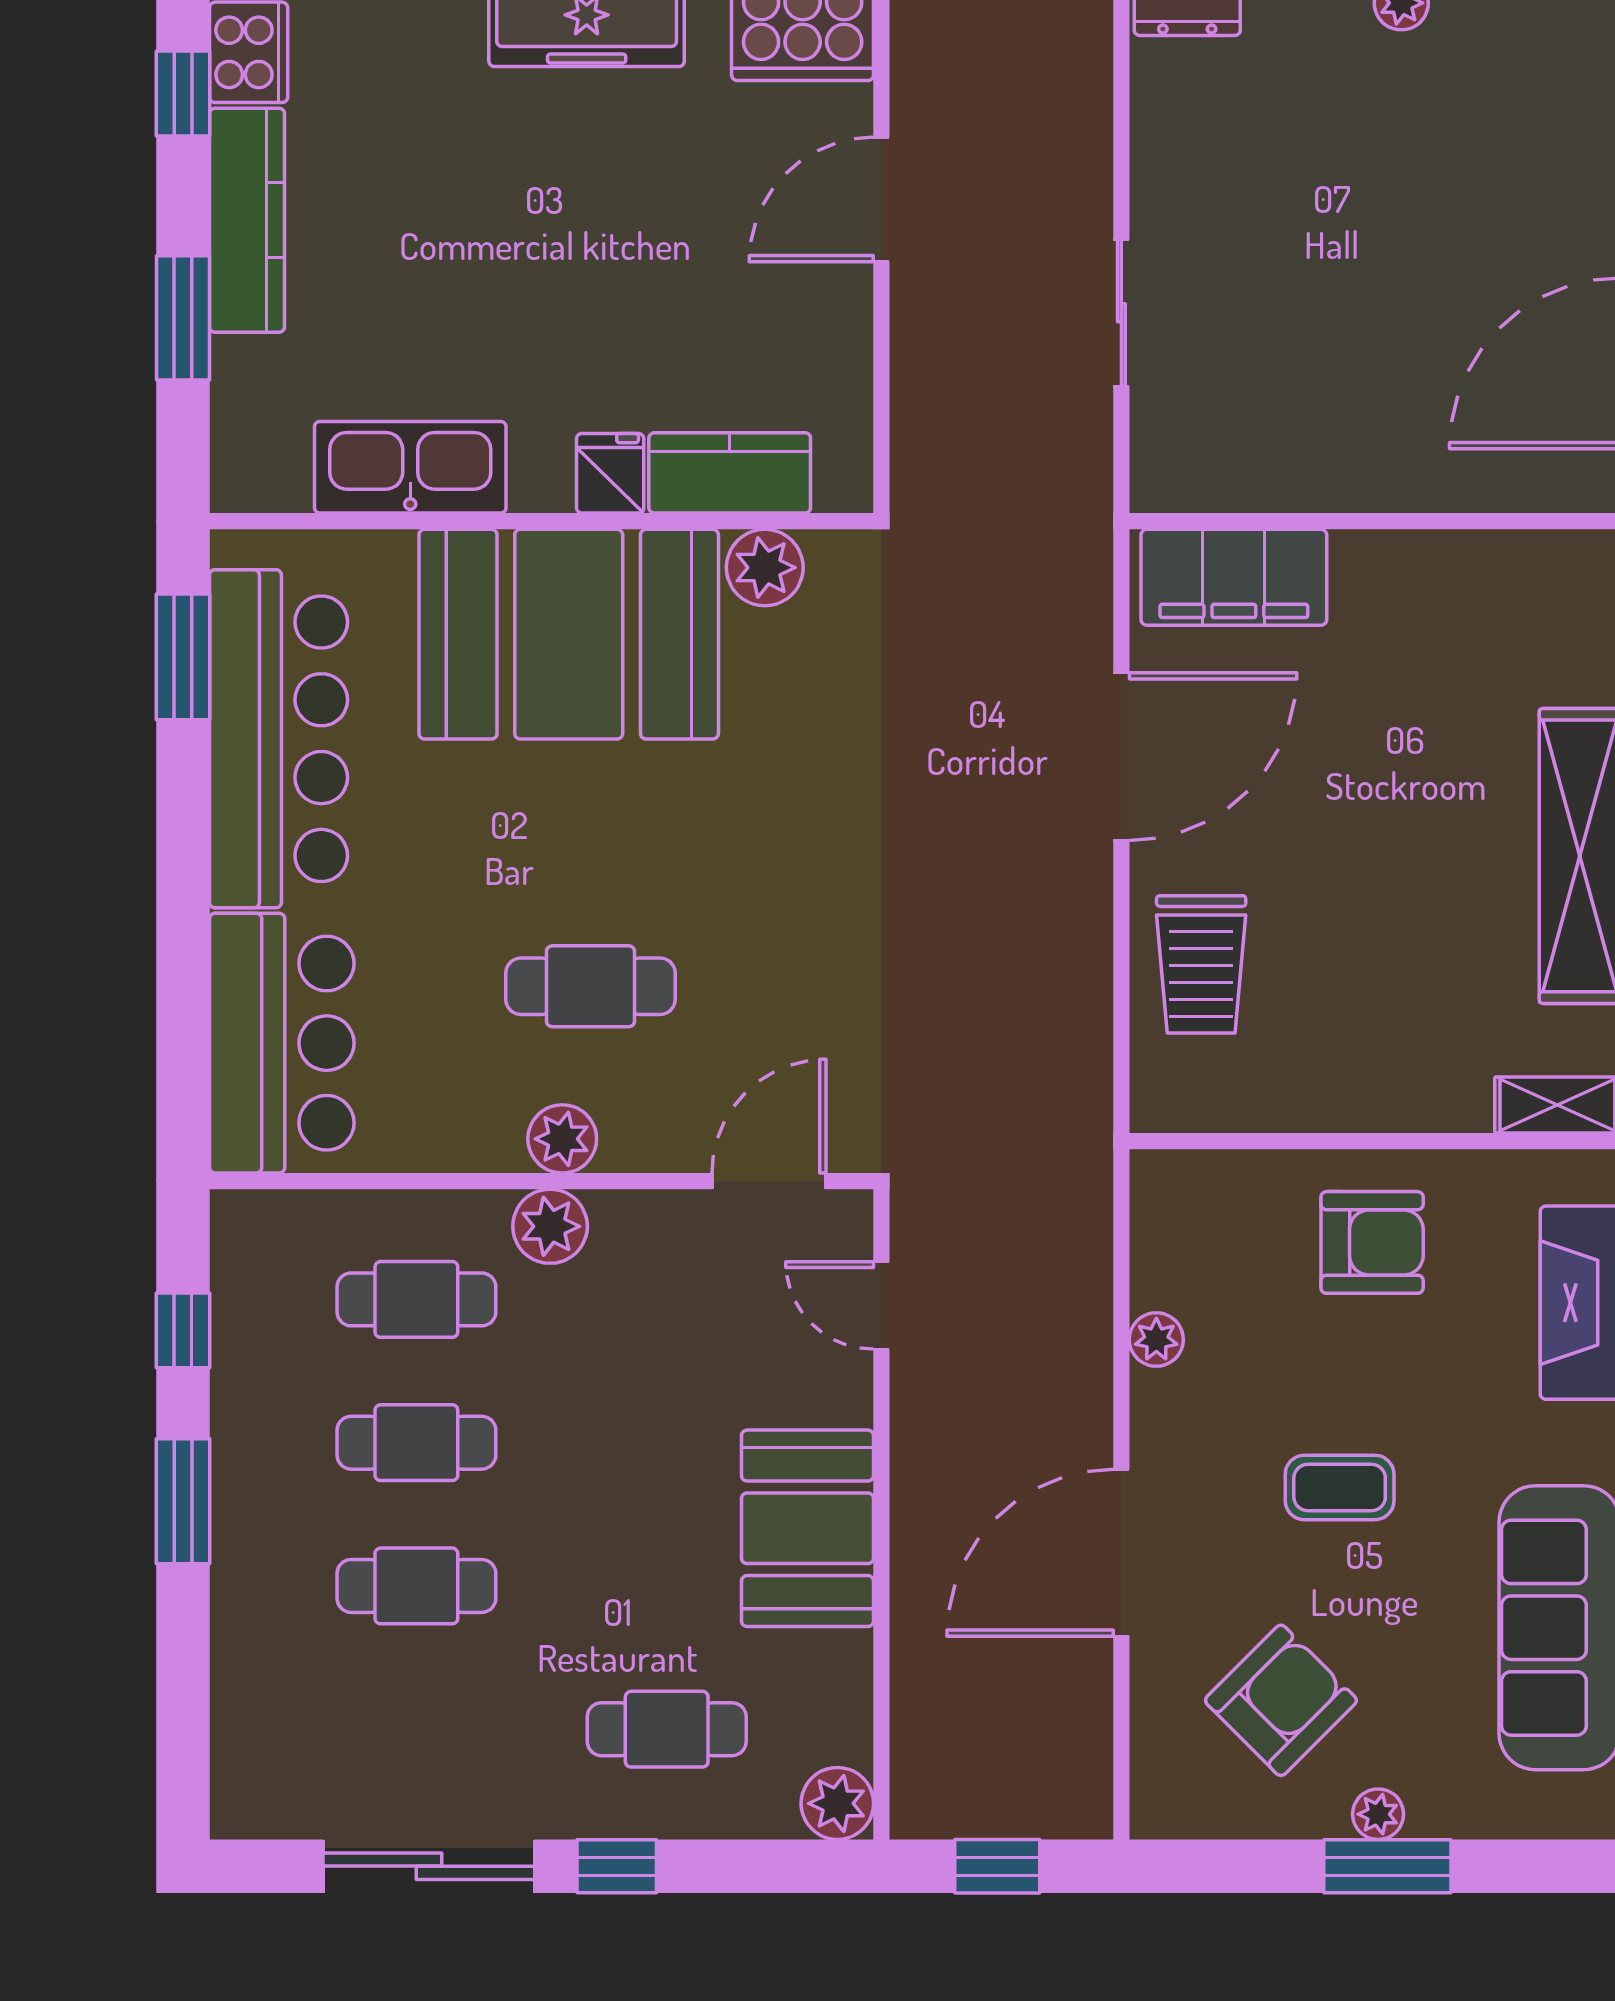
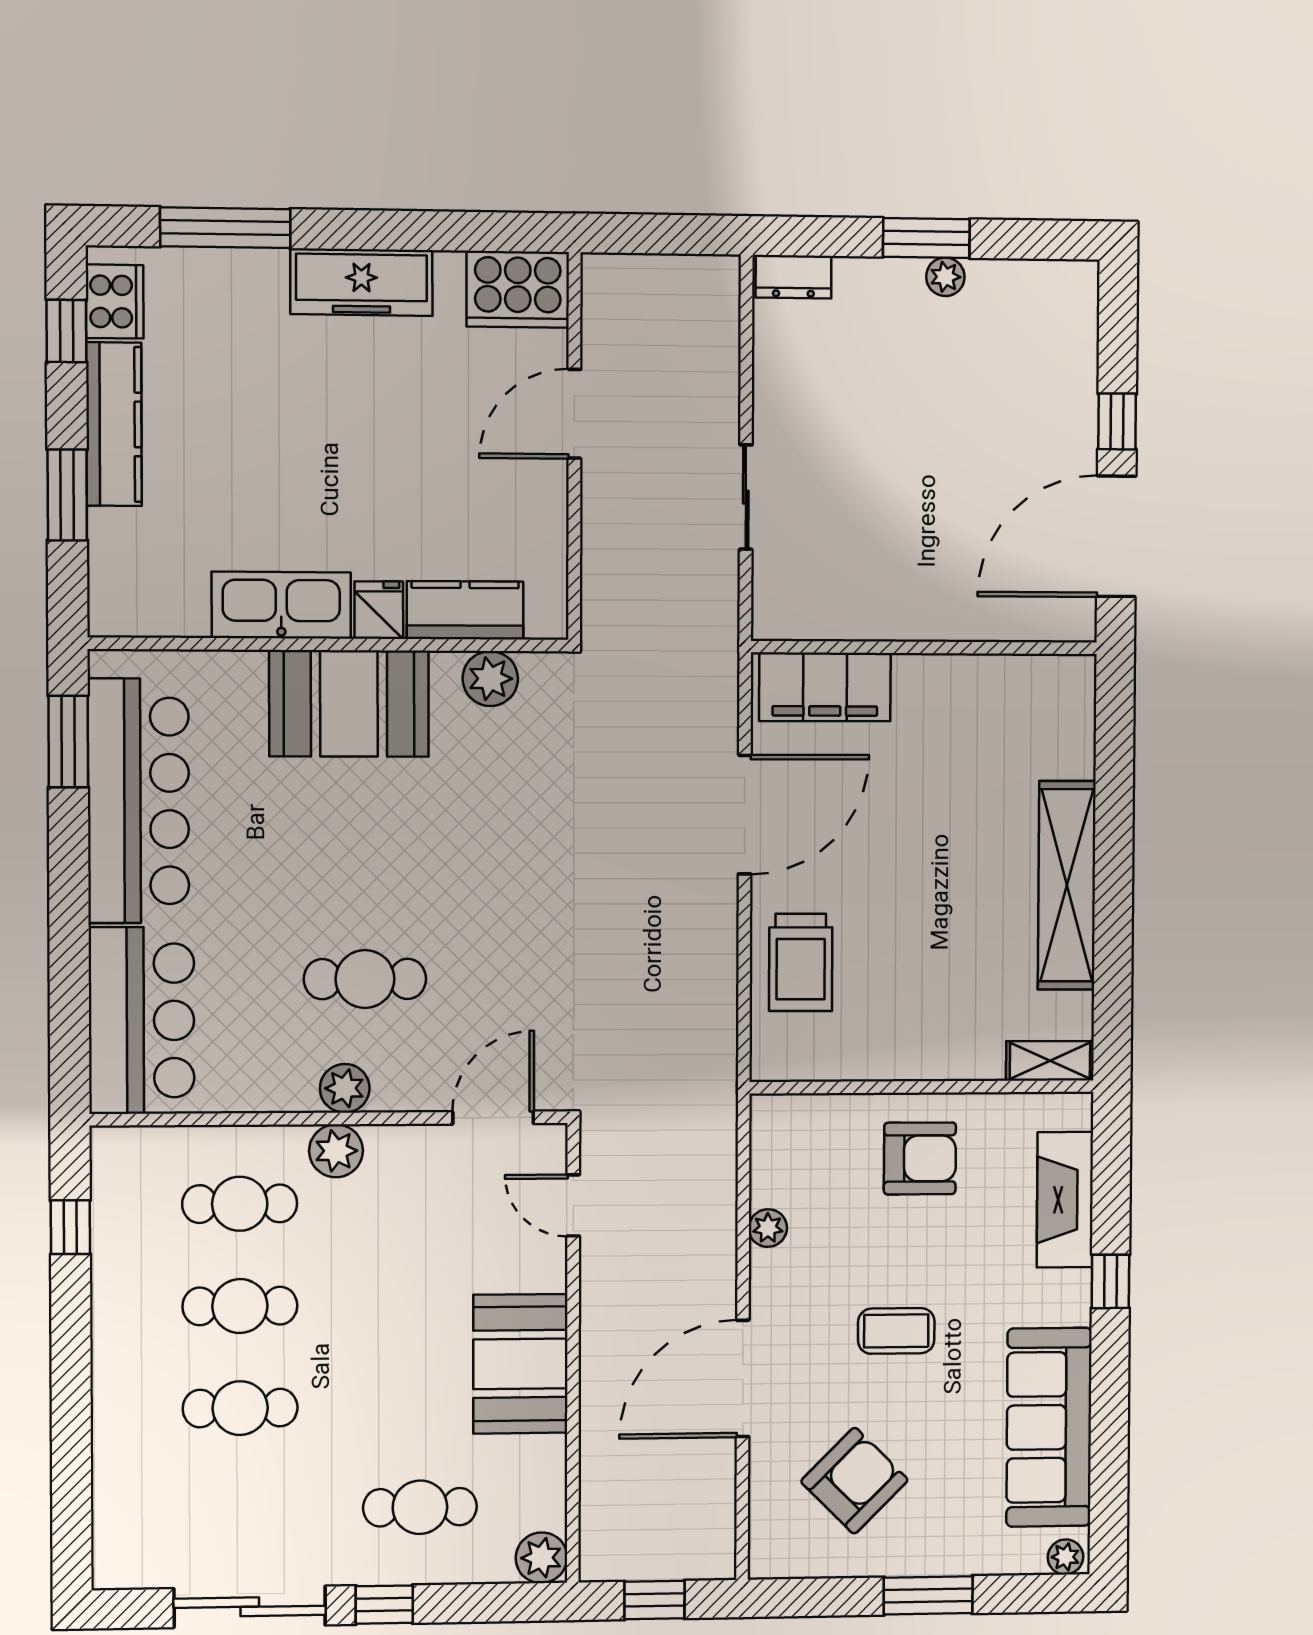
kitchen sink: (410, 467) -> (281, 605), moved
booth: (569, 634) -> (349, 703), width x0.73, depth x0.70
window: (183, 1501) -> (71, 1350), removed
plant: (1378, 1814) -> (1065, 1557), moved

